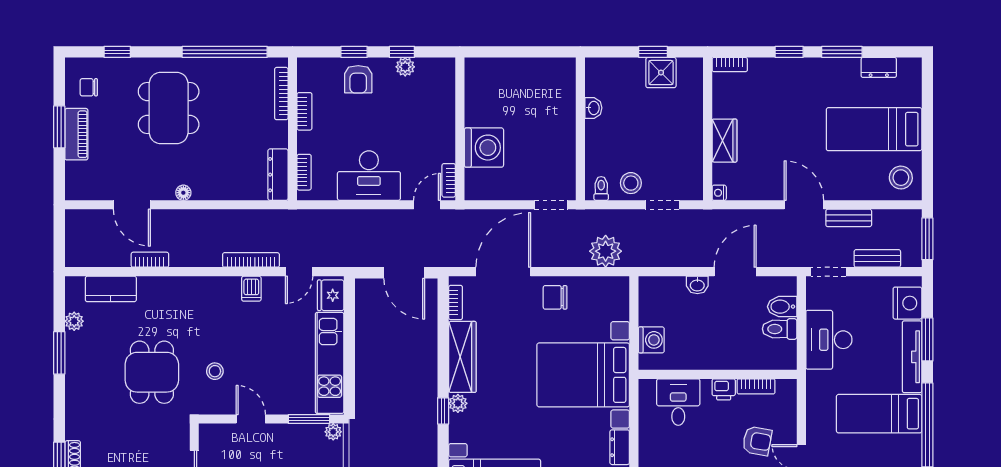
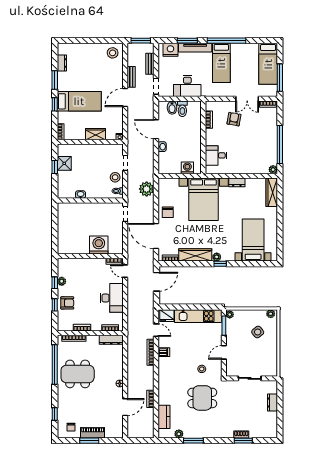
dining table: (169, 108) -> (78, 374), moved
bed: (874, 129) -> (79, 101), moved, turned -90
printer: (724, 389) -> (210, 135), removed

